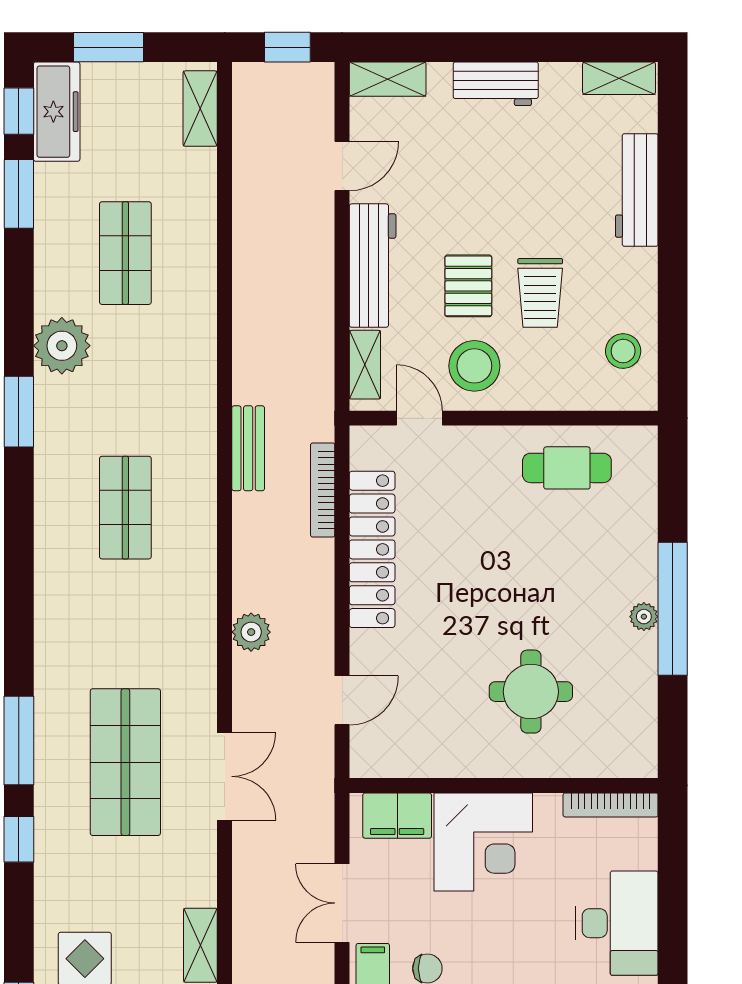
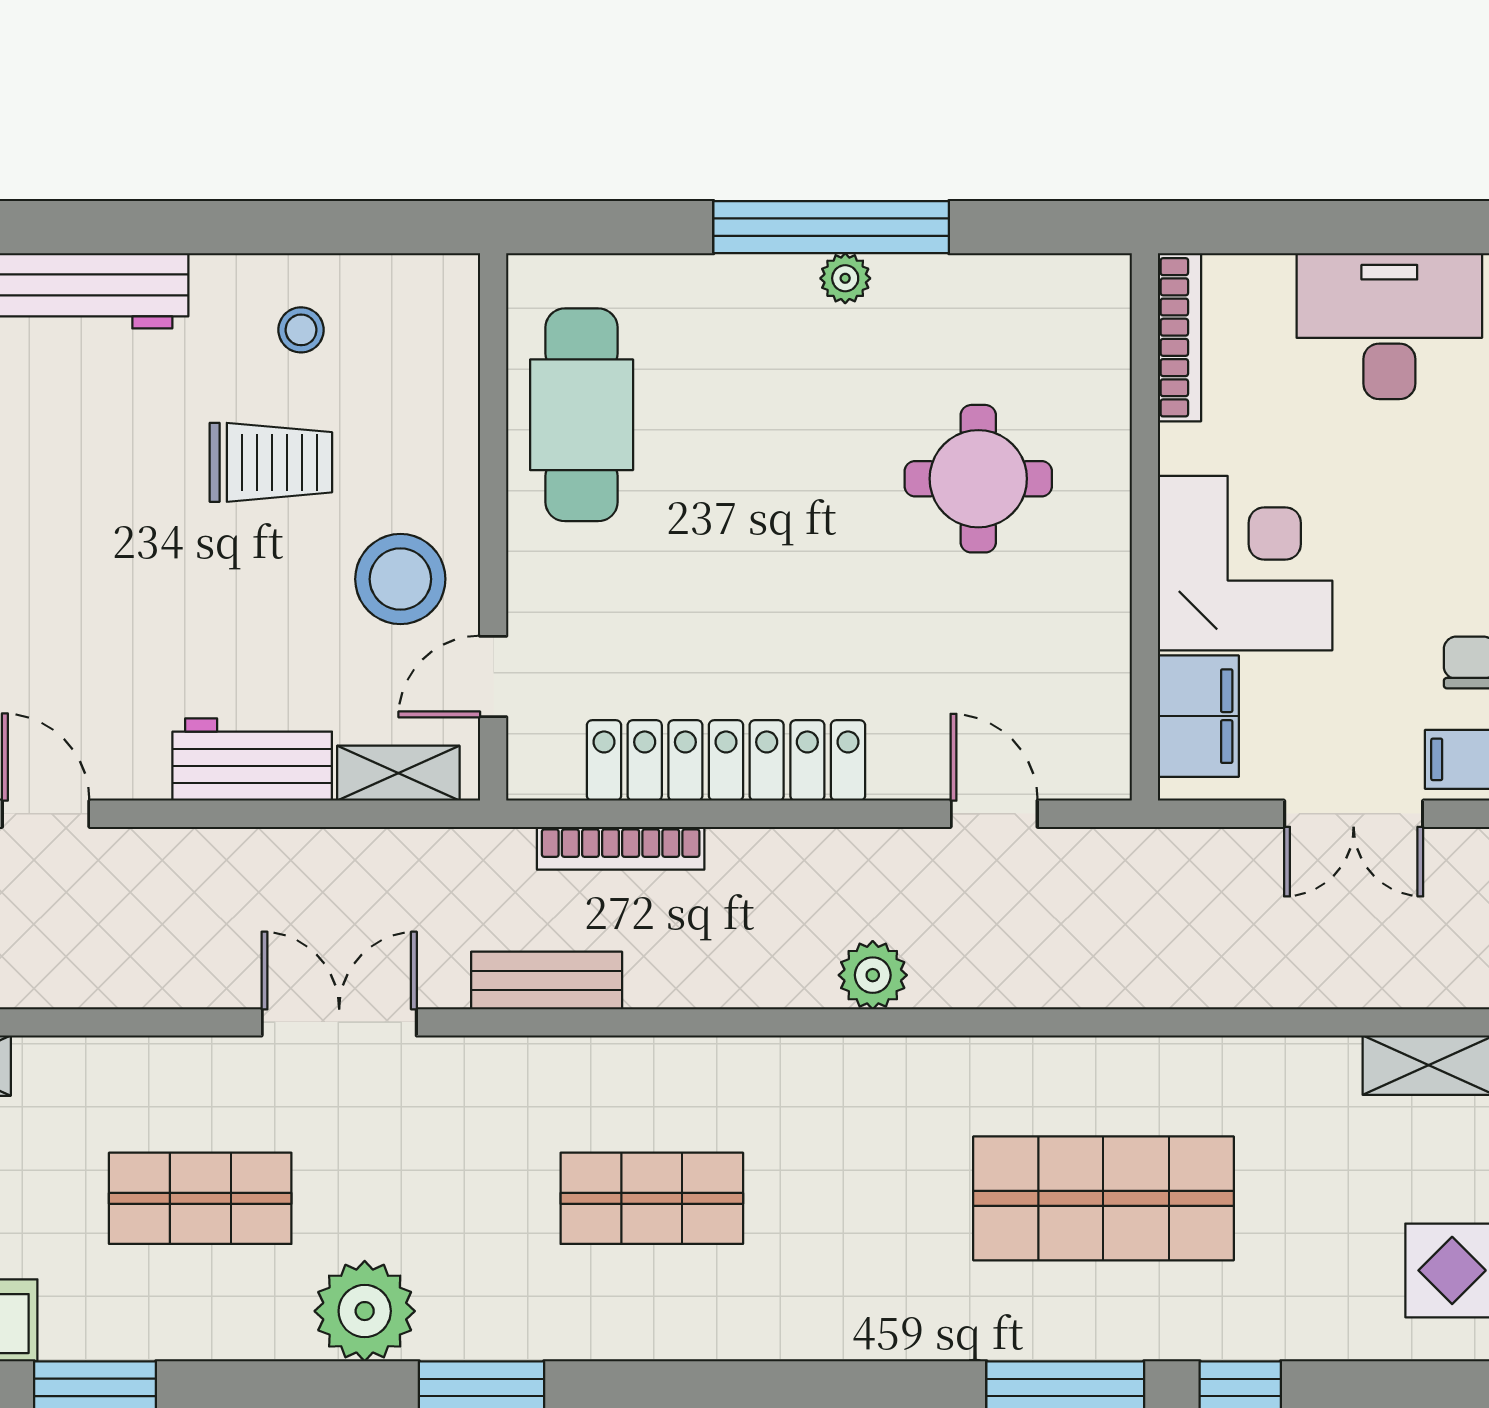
workbench: (373, 266) -> (252, 760), width x0.73
pallet: (468, 286) -> (259, 590), removed
stool: (623, 351) -> (301, 330), moved, width x0.73, depth x0.73
cafe table: (567, 468) -> (582, 415), width x1.37, depth x1.35
double door: (225, 776) -> (339, 1022), moved

